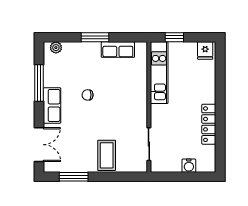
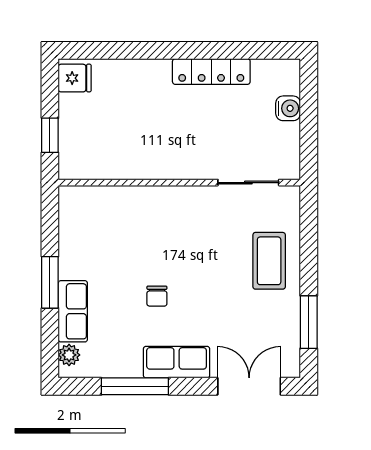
row of seats: (118, 50) -> (73, 311), moved
kitchen unit: (159, 73) -> (116, 164), removed
coffee table: (107, 155) -> (269, 261), turned 90

